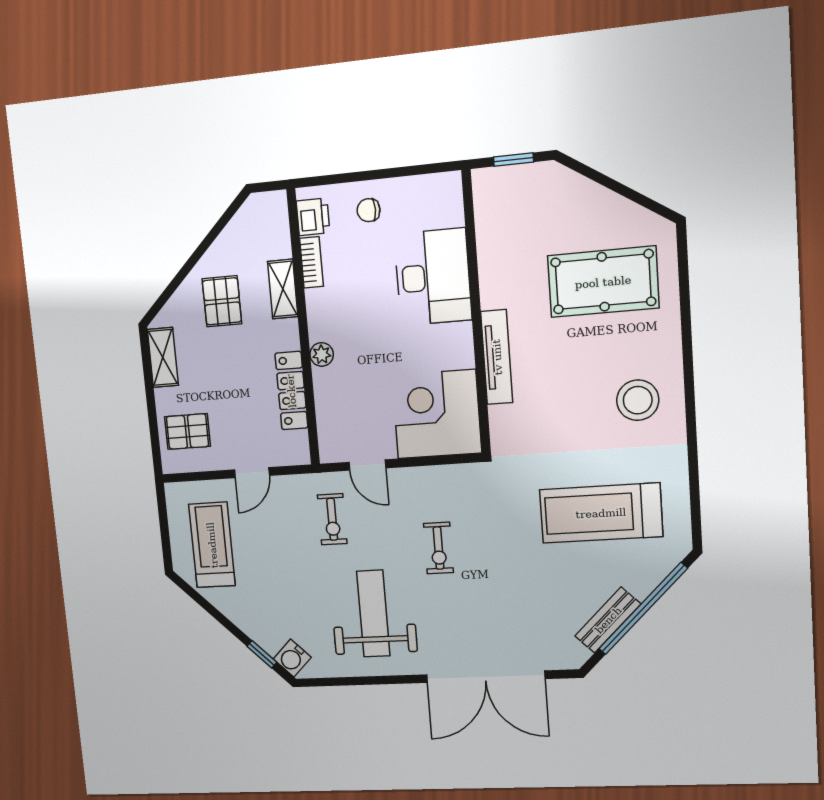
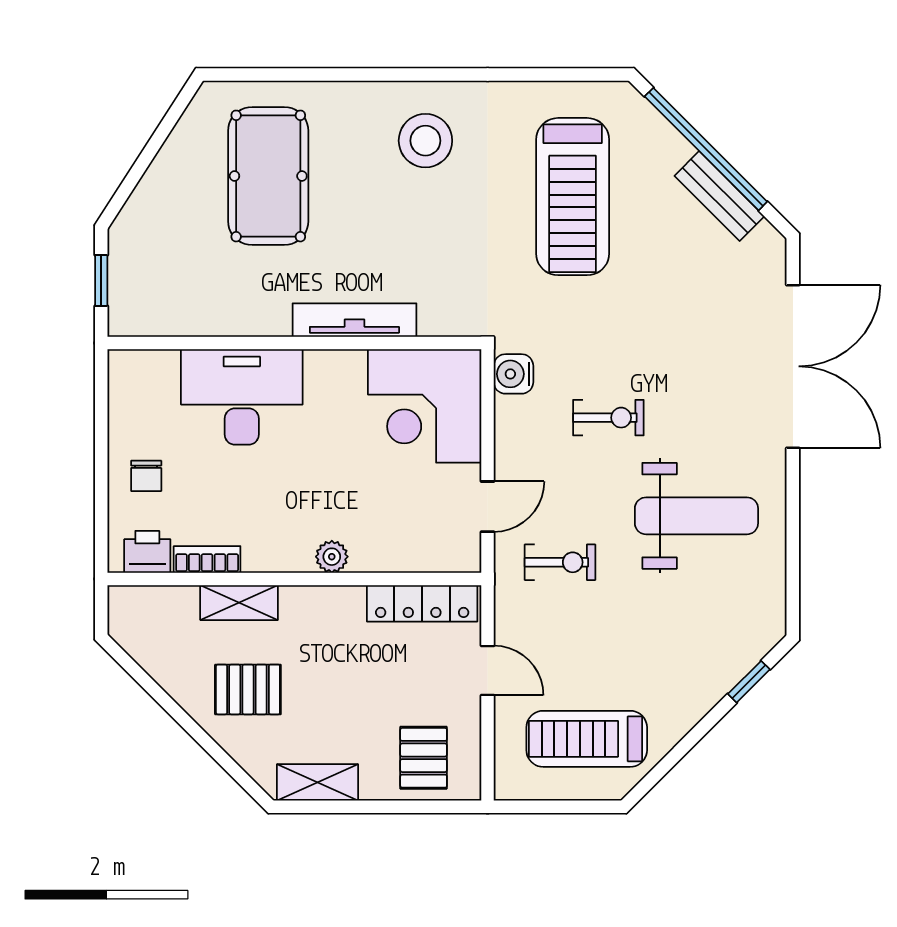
locker: (291, 391) -> (422, 603), moved
weight bench: (373, 614) -> (696, 516), turned 180
water cooler: (292, 658) -> (513, 374), moved, turned 135

